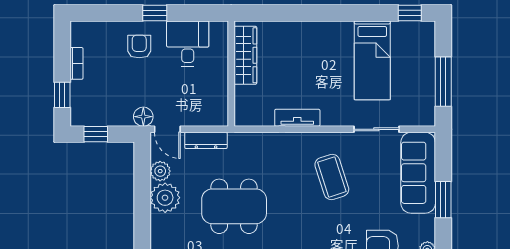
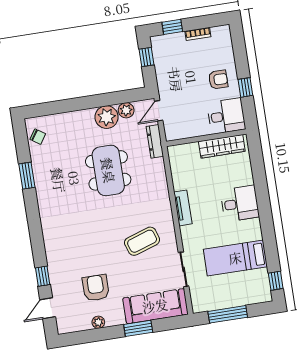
desk: (303, 44) -> (240, 204), added
wardrobe: (245, 55) -> (222, 146), moved
wall: (231, 74) -> (206, 138), moved
floor lamp: (143, 117) -> (165, 91), removed

